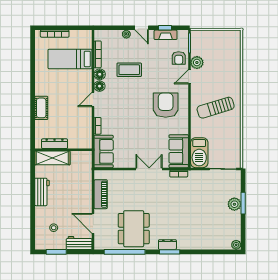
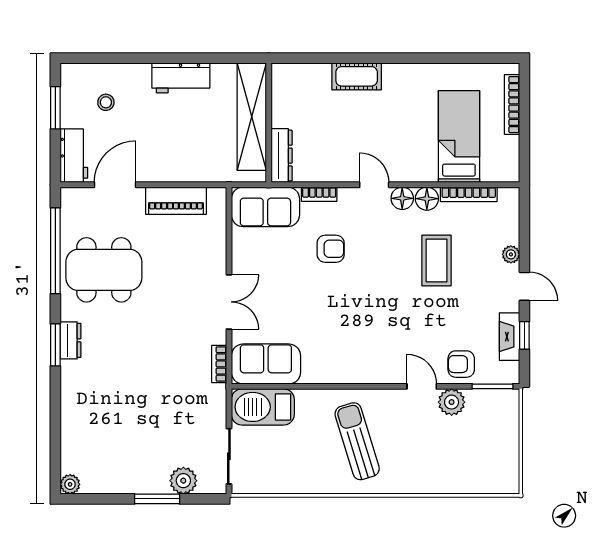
door: (142, 28) -> (524, 286), swing flipped
armchair: (166, 105) -> (331, 249), moved, width x0.53, depth x0.53
dresser: (55, 144) -> (282, 156), moved
shelving: (52, 158) -> (252, 117), width x1.47
plant: (234, 204) -> (183, 481), moved

